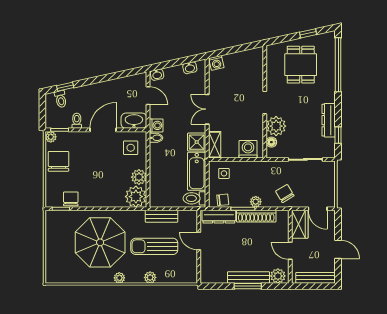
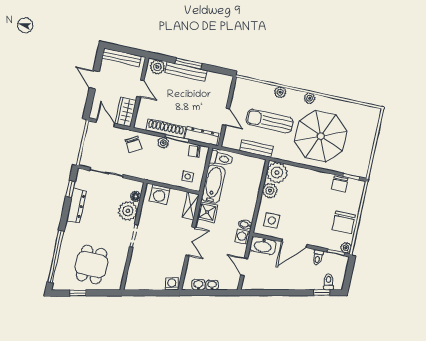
washbasin: (157, 75) -> (212, 285), moved
sun lounger: (154, 246) -> (270, 121), turned 180

